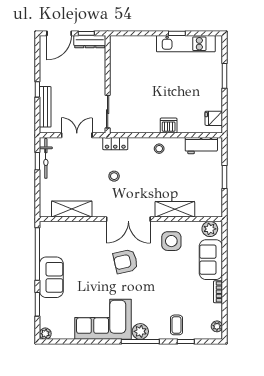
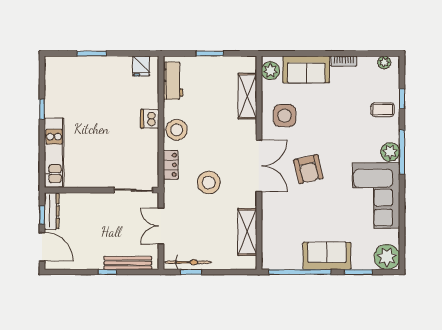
kitchen unit: (186, 44) -> (54, 152), moved
locker: (115, 144) -> (171, 165), moved
stool: (159, 149) -> (177, 130), width x1.89, depth x1.89
stool: (114, 176) -> (209, 182), width x1.89, depth x1.89
shelving: (175, 209) -> (247, 96), moved
plant: (45, 334) -> (387, 257), width x1.87, depth x1.87

